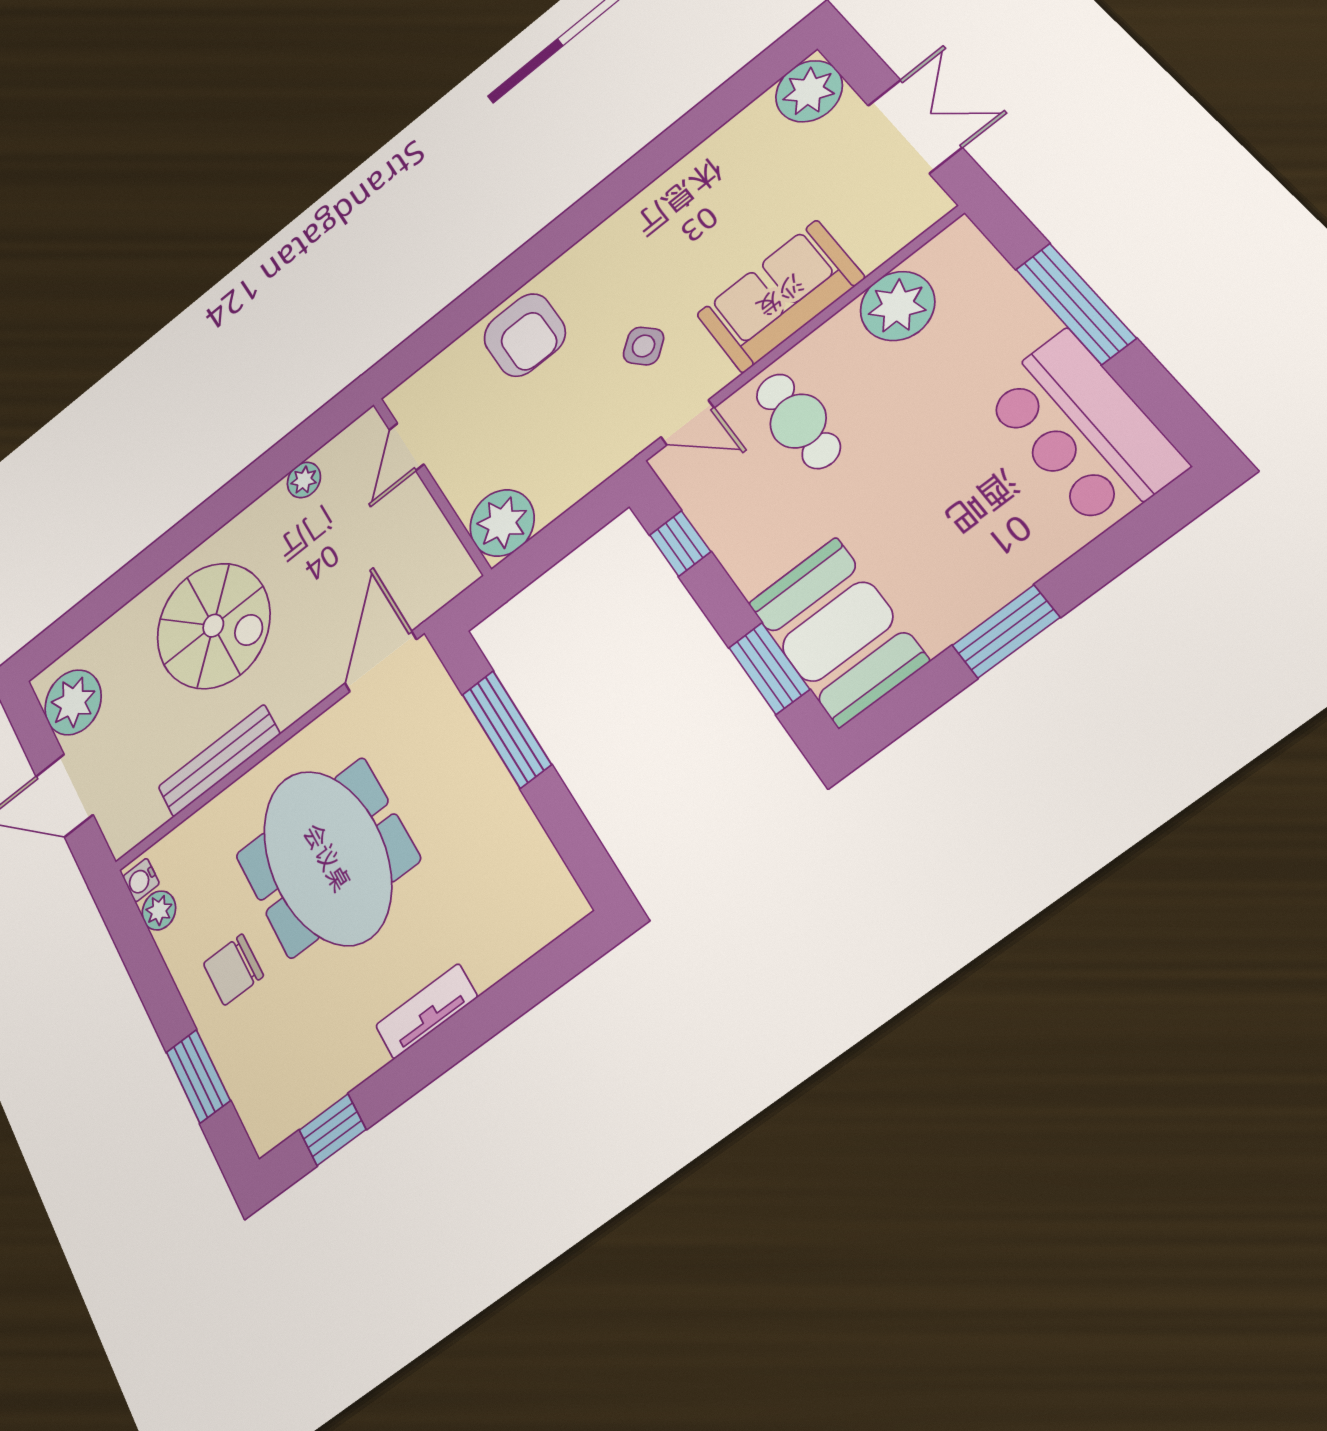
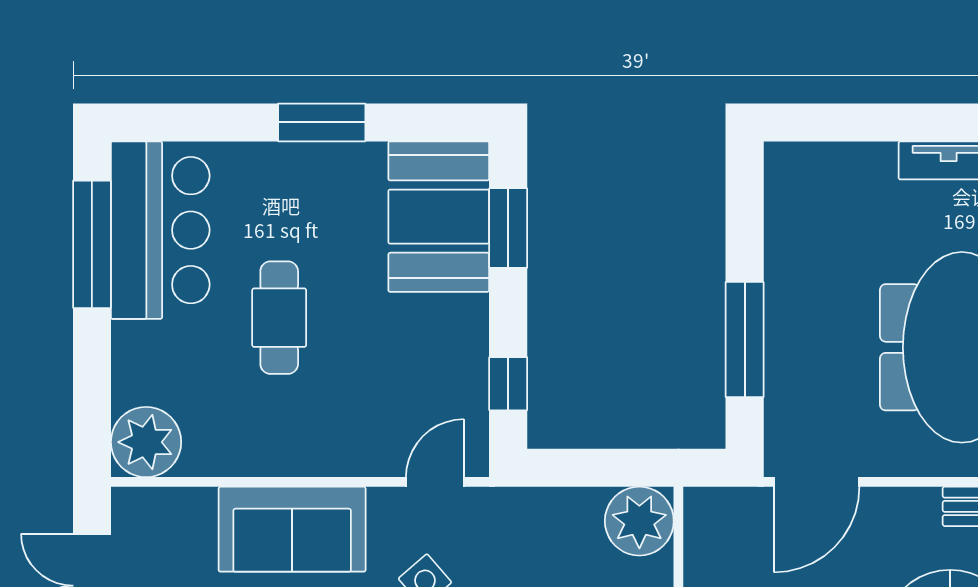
window: (1075, 303) -> (92, 244), moved
plant: (898, 306) -> (146, 442), moved
cafe table: (798, 421) -> (279, 318), moved
door: (688, 422) -> (435, 482), hinge flipped

